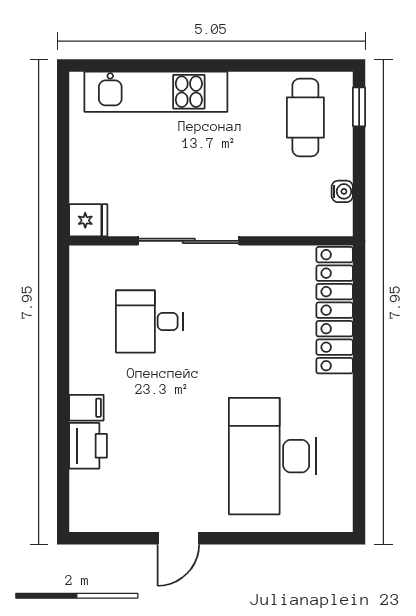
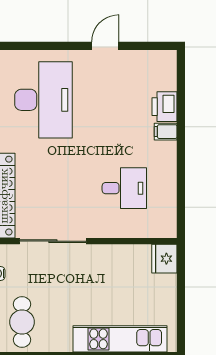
fridge: (88, 220) -> (164, 259), width x1.38
sliding door: (189, 241) -> (53, 241), moved

